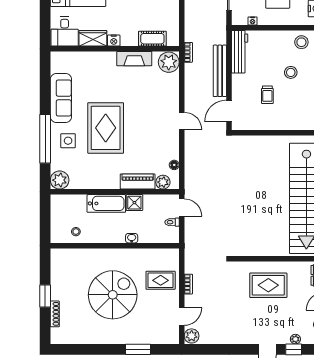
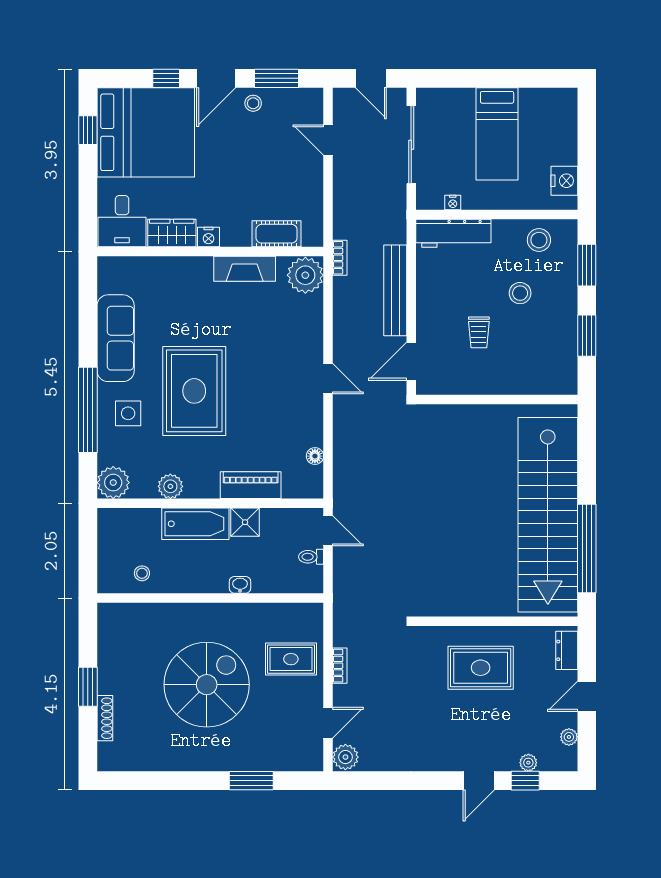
workbench: (240, 52) -> (453, 233), moved, turned 90
plant: (163, 182) -> (170, 486), moved

